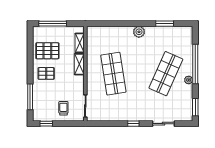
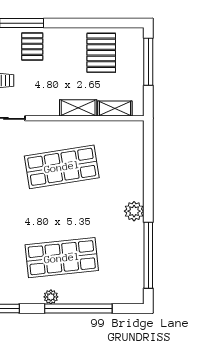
window: (165, 24) -> (148, 255), width x2.11
pallet: (46, 73) -> (32, 47), moved
shop shelf: (166, 74) -> (62, 258), turned -30

